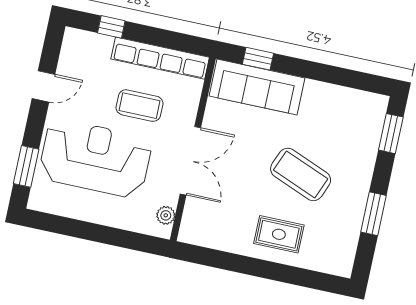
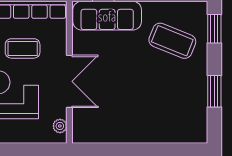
coffee table: (301, 174) -> (172, 41), moved
rug: (279, 234) -> (147, 122), removed

